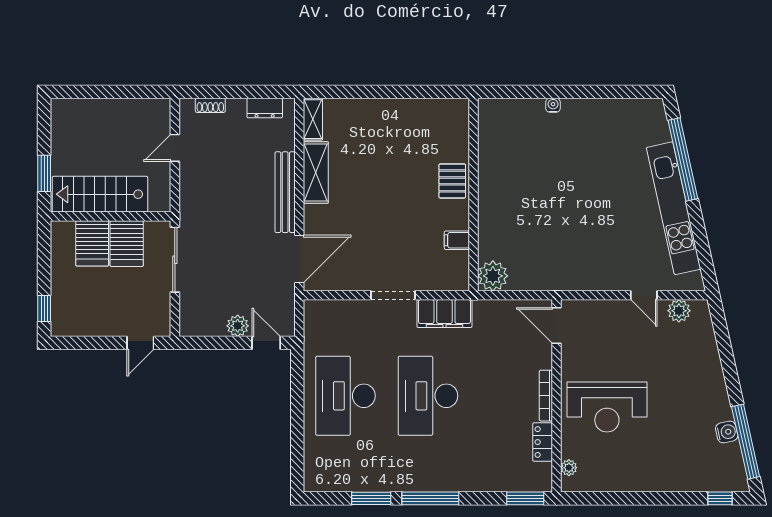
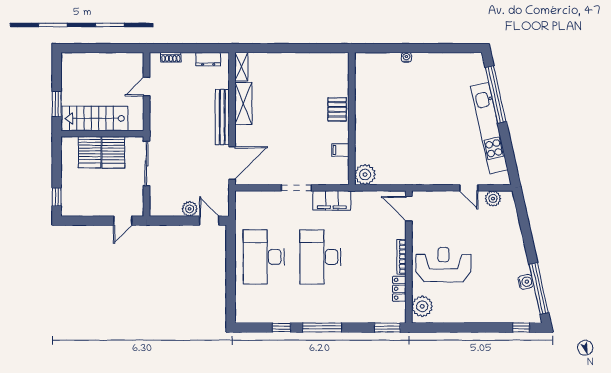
reception desk: (607, 407) -> (443, 265), turned 180
plant: (569, 468) -> (422, 306), width x1.87, depth x1.87
window: (371, 498) -> (281, 328), width x0.67

